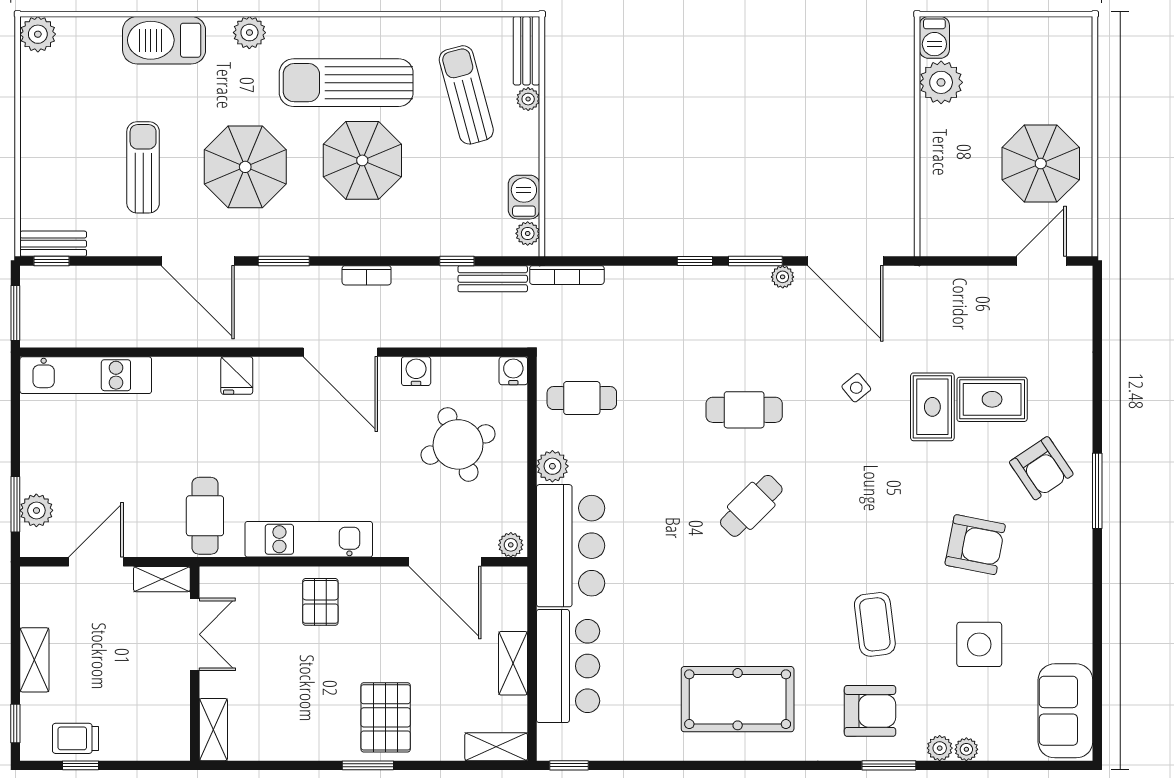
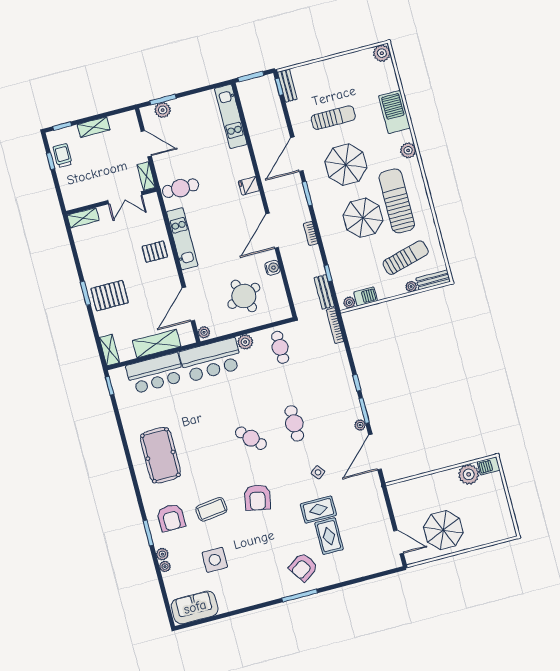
water cooler: (513, 371) -> (284, 313), removed
armchair: (975, 545) -> (257, 498), moved
shelving: (513, 663) -> (157, 344), width x1.50, depth x1.33

